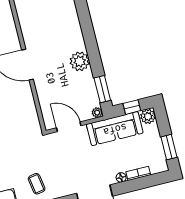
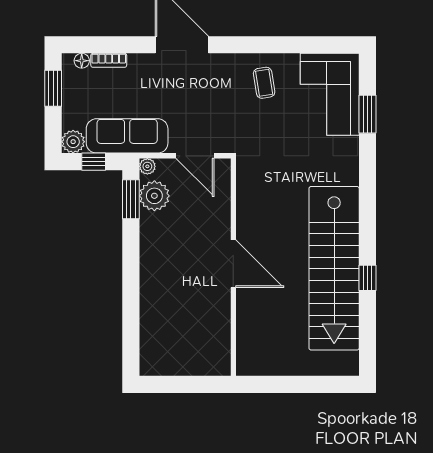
plant: (80, 61) -> (154, 196), moved
floor lamp: (121, 177) -> (82, 61), moved

